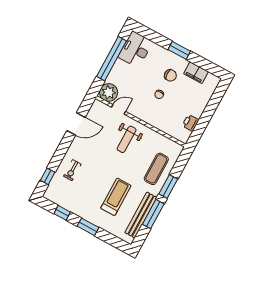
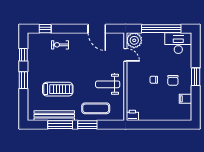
filing cabinet: (196, 73) -> (186, 99), width x0.50
printer: (191, 123) -> (132, 115), moved
weight bench: (127, 139) -> (108, 84), moved

